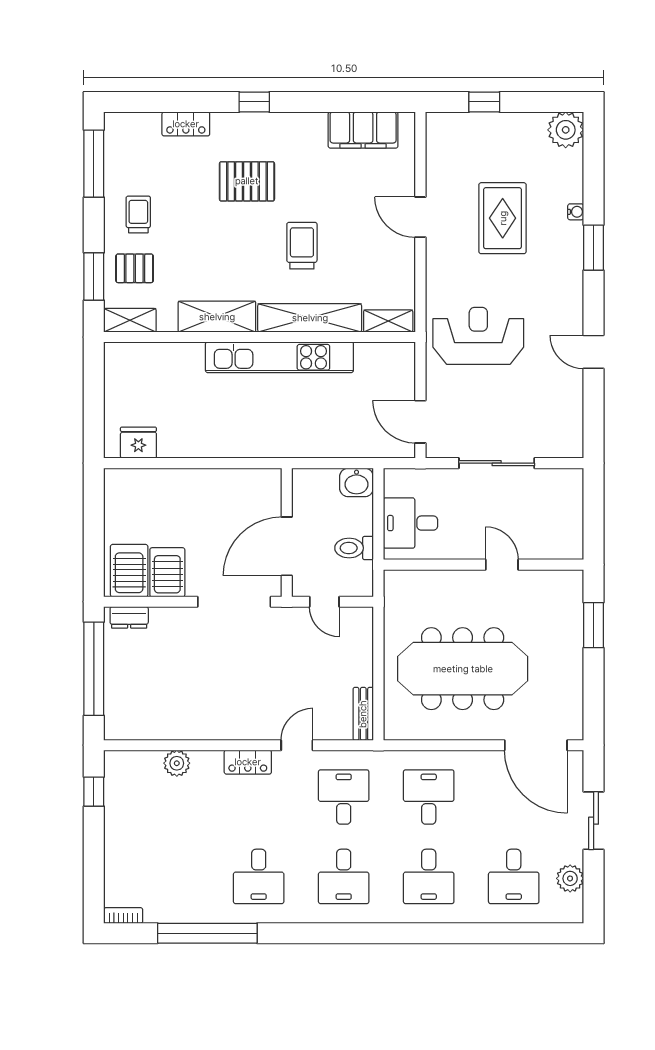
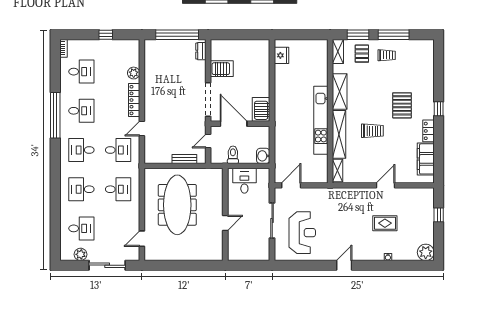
locker: (186, 124) -> (428, 131), moved
window: (94, 164) -> (394, 35), moved
rug: (503, 218) -> (385, 223), width x0.73, depth x0.70
window: (594, 248) -> (371, 265), removed
reception desk: (478, 336) -> (302, 233), moved
door: (594, 352) -> (344, 265), moved
server rack: (129, 571) -> (261, 109), moved, turned -90
window: (594, 625) -> (197, 265), removed
bench: (363, 714) -> (184, 159), moved
door: (297, 745) -> (142, 128), swing flipped
door: (536, 745) -> (142, 239), width x0.53
locker: (248, 762) -> (134, 100), width x1.53
window: (94, 792) -> (106, 35), moved
sliding door: (594, 821) -> (107, 265), width x1.37
desk: (174, 876) -> (81, 72), added
desk: (259, 876) -> (81, 111), turned 180
desk: (514, 876) -> (81, 228), turned 180
window: (207, 933) -> (55, 115), moved

